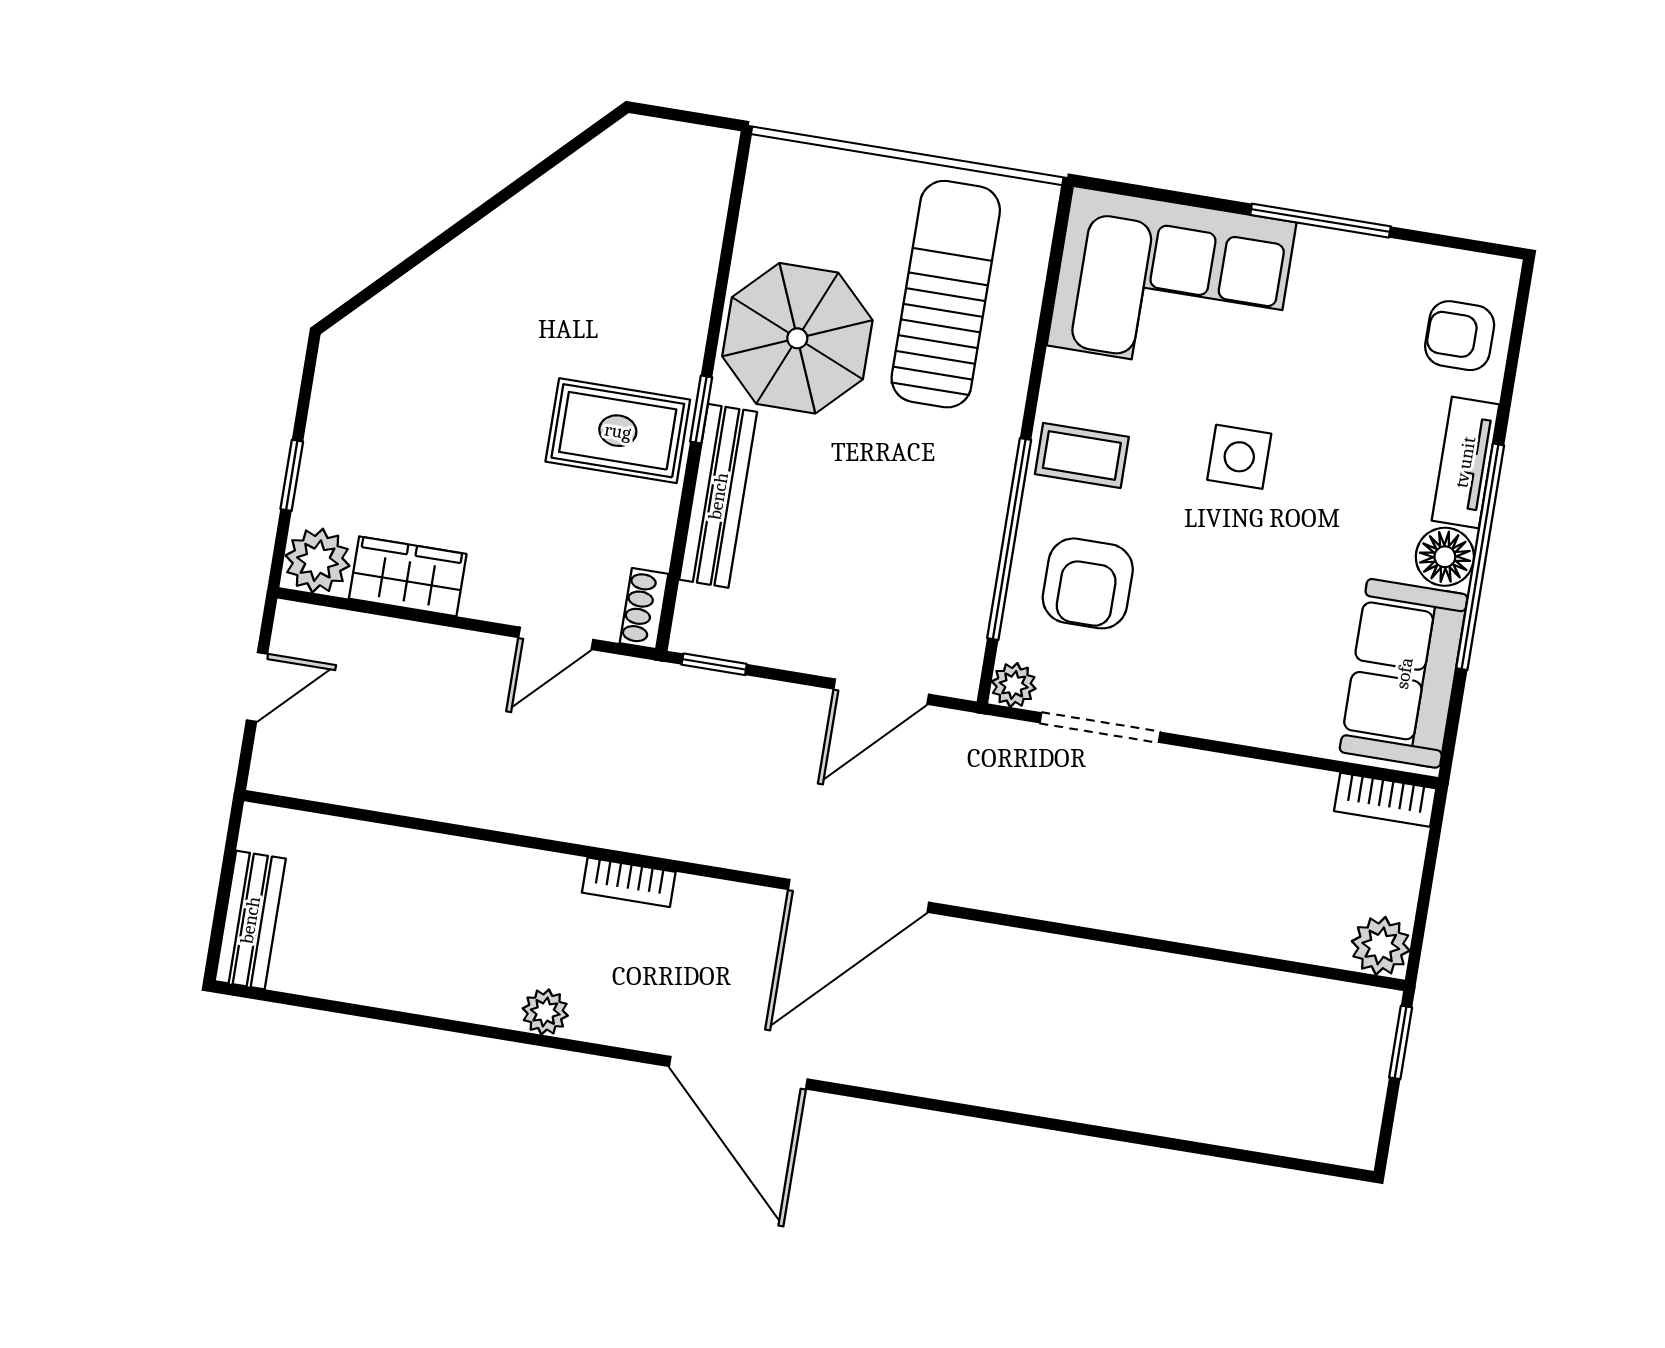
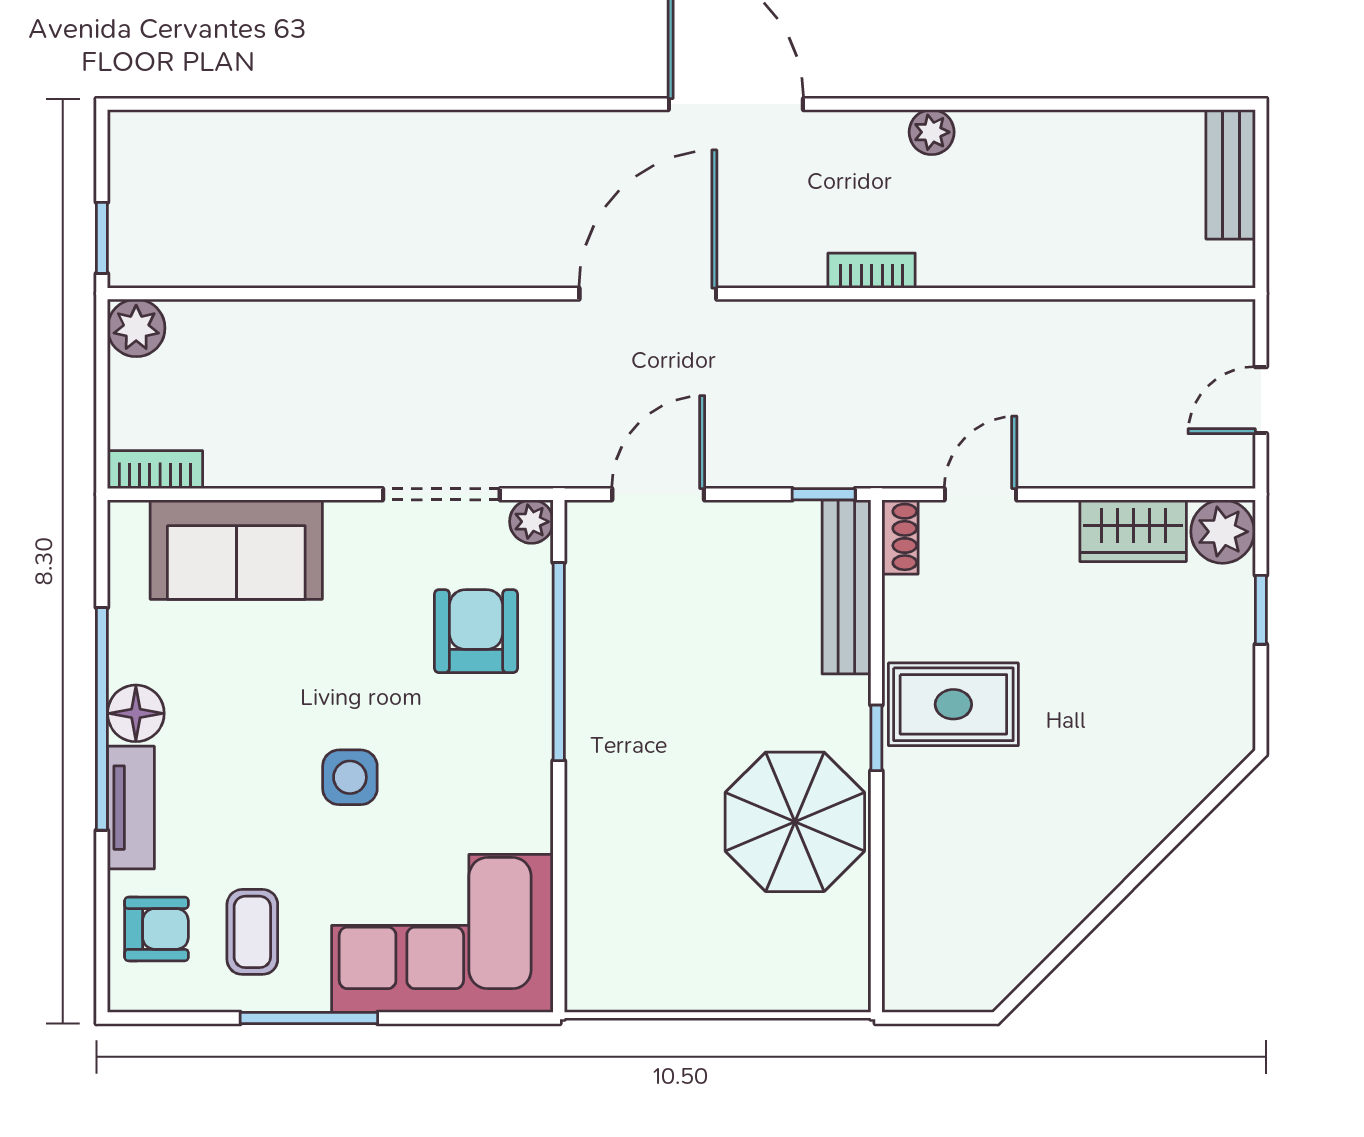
sun lounger: (946, 294) -> (659, 888), removed
coffee table: (1082, 455) -> (252, 932), moved, turned 90
bench: (718, 496) -> (846, 587), moved
sofa: (1404, 673) -> (236, 550), moved, turned 90

